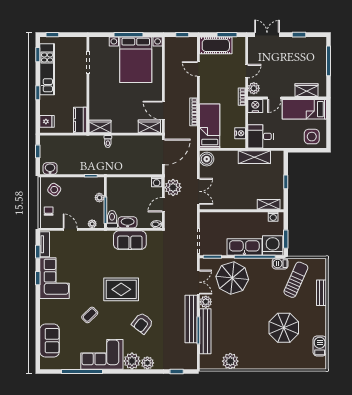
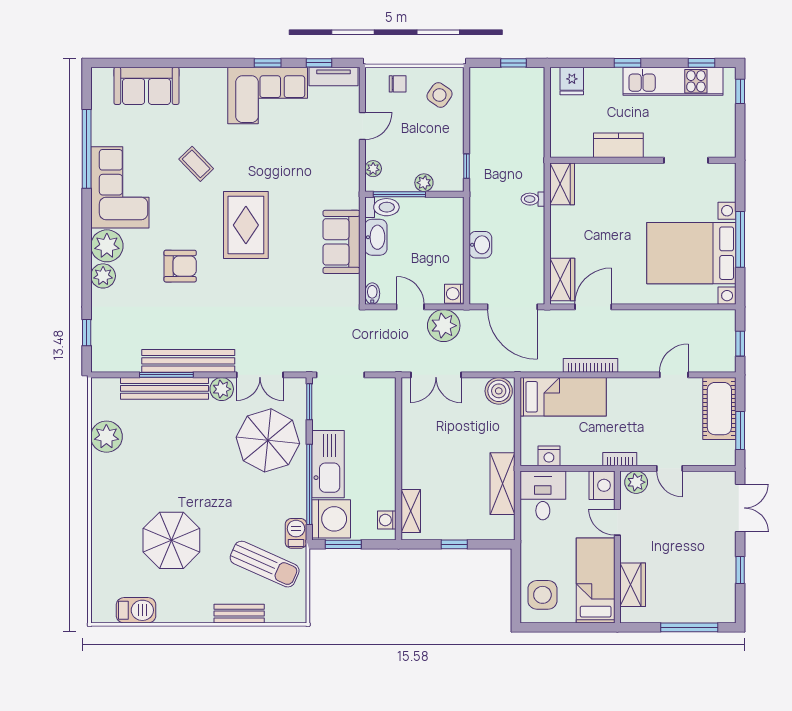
kitchen counter: (80, 120) -> (618, 145), moved
washbasin: (50, 169) -> (480, 245), moved
armchair: (142, 323) -> (180, 266), turned 142

